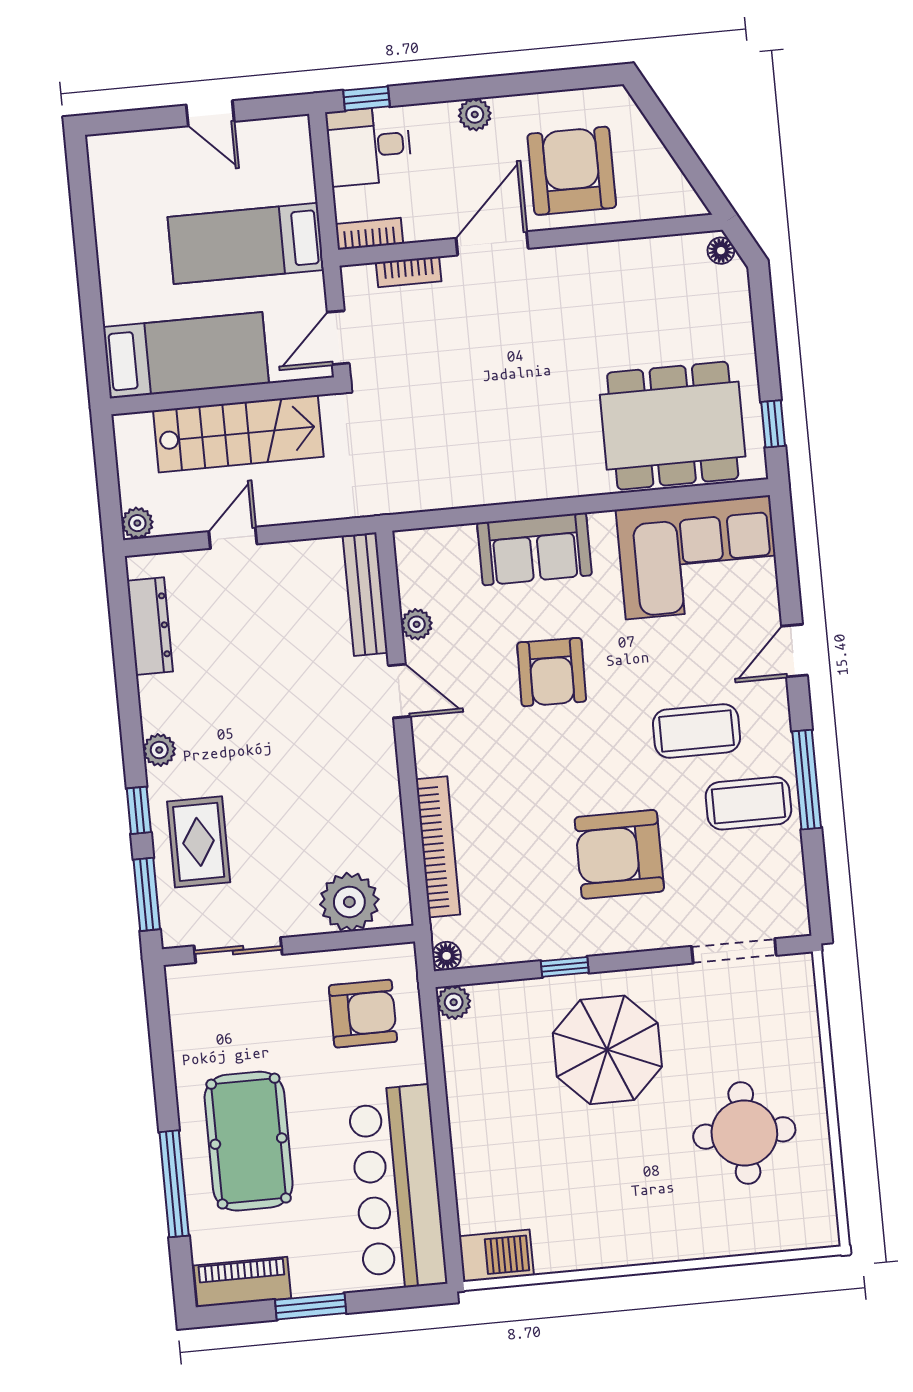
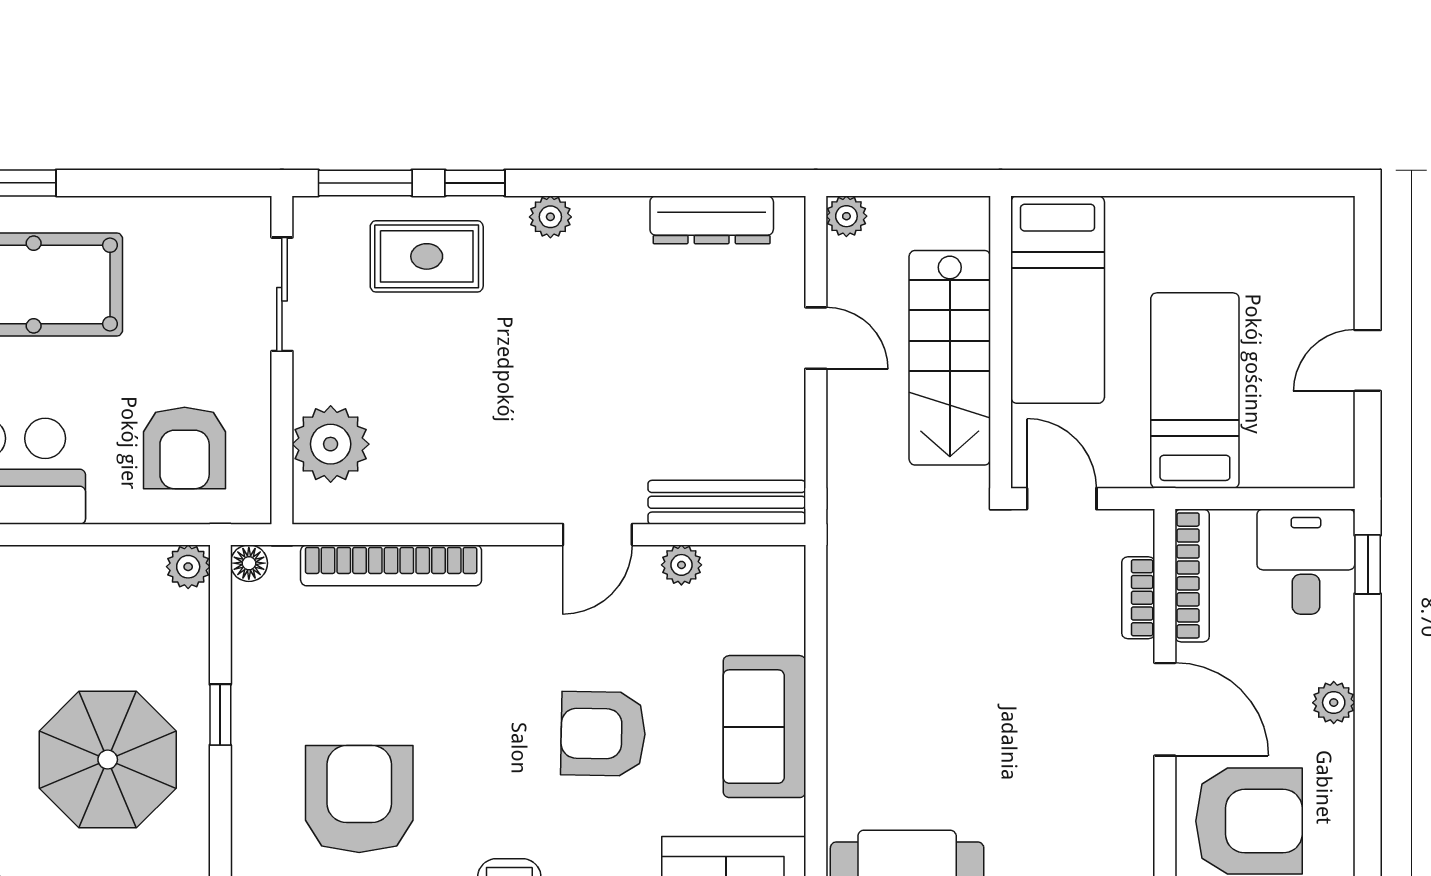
bookcase: (369, 234) -> (1192, 575), width x1.56

